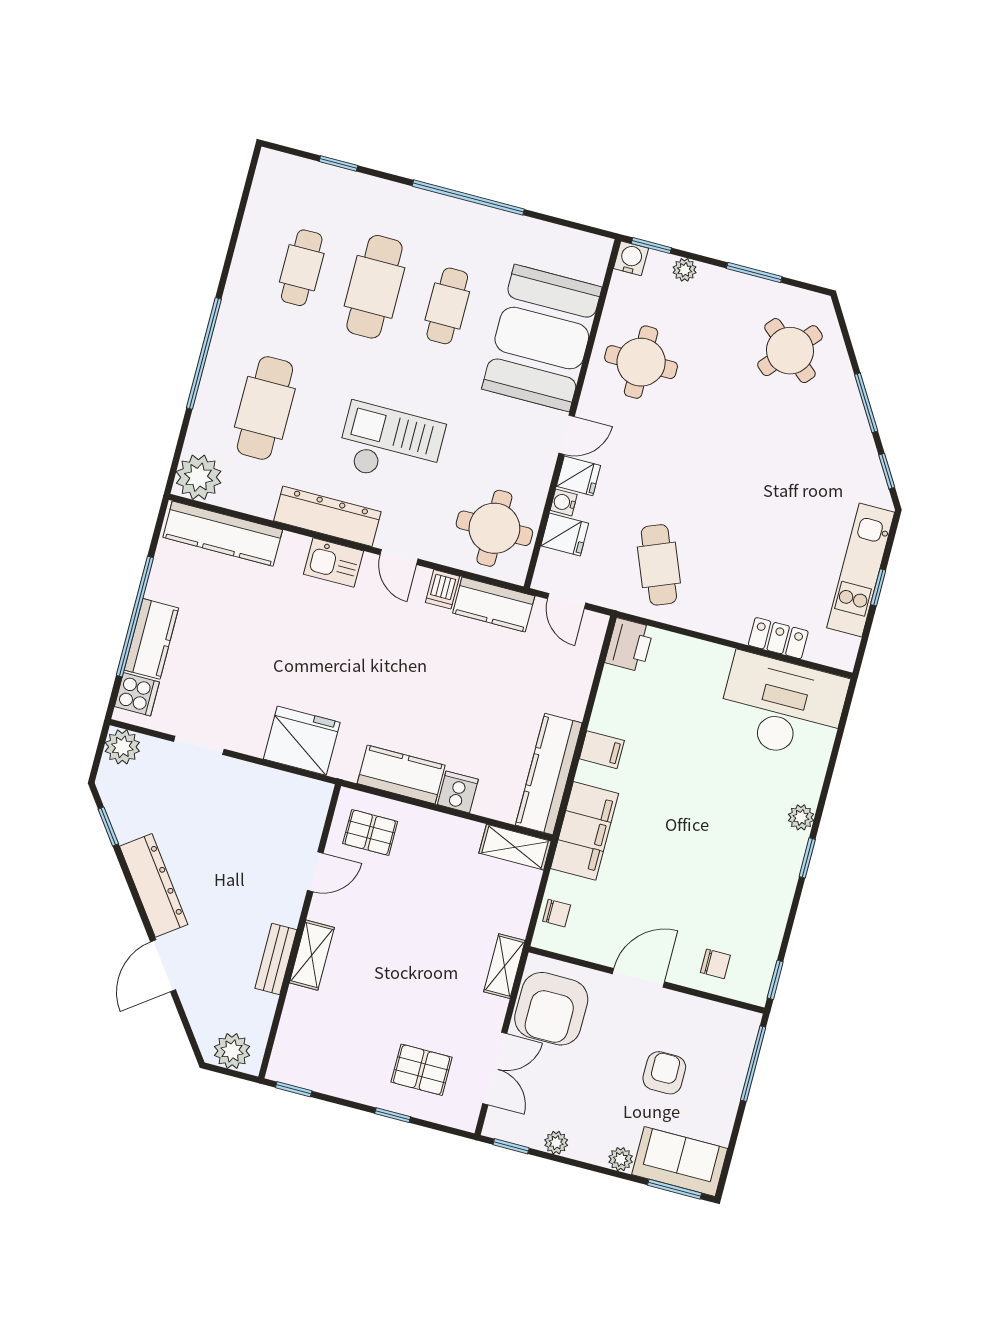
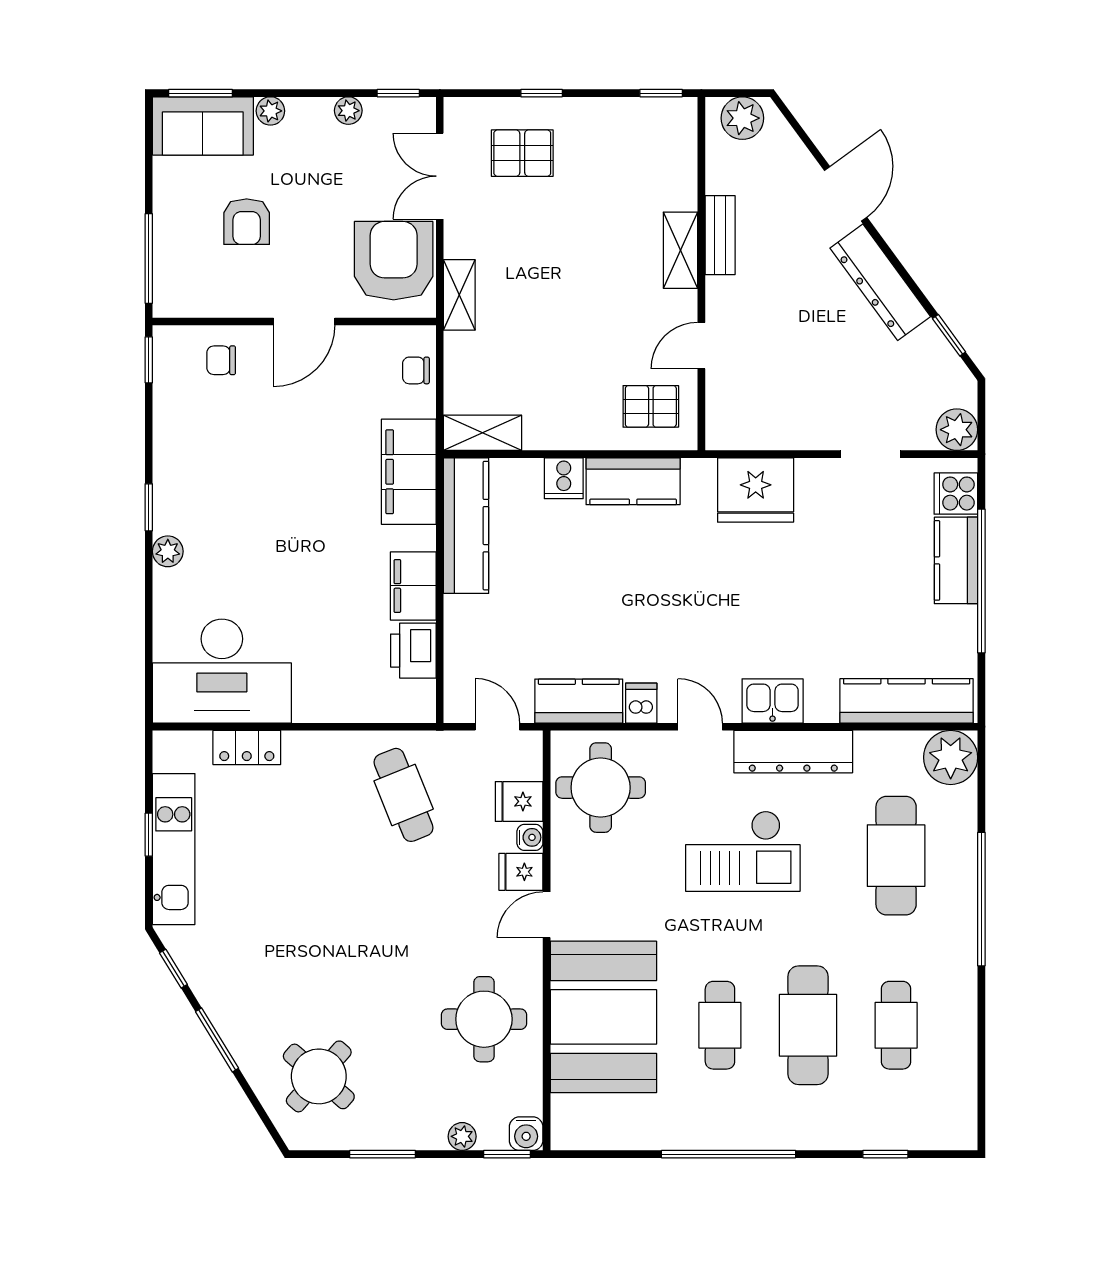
printer: (629, 645) -> (413, 651), moved
filing cabinet: (602, 750) -> (413, 586), width x2.00

